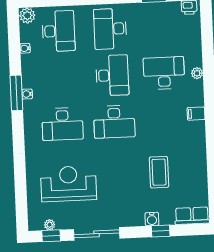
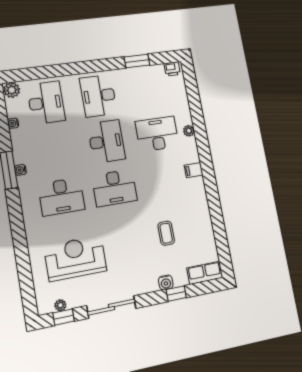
coffee table: (159, 172) -> (166, 233), width x0.73, depth x0.77

